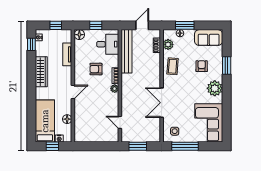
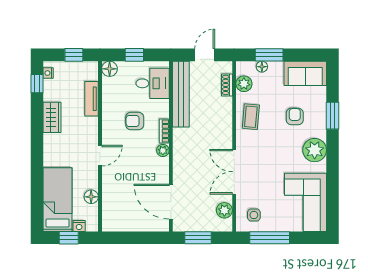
wardrobe: (41, 72) -> (52, 117), width x0.67
door: (120, 122) -> (171, 202), width x1.87
plant: (155, 128) -> (224, 210), added

